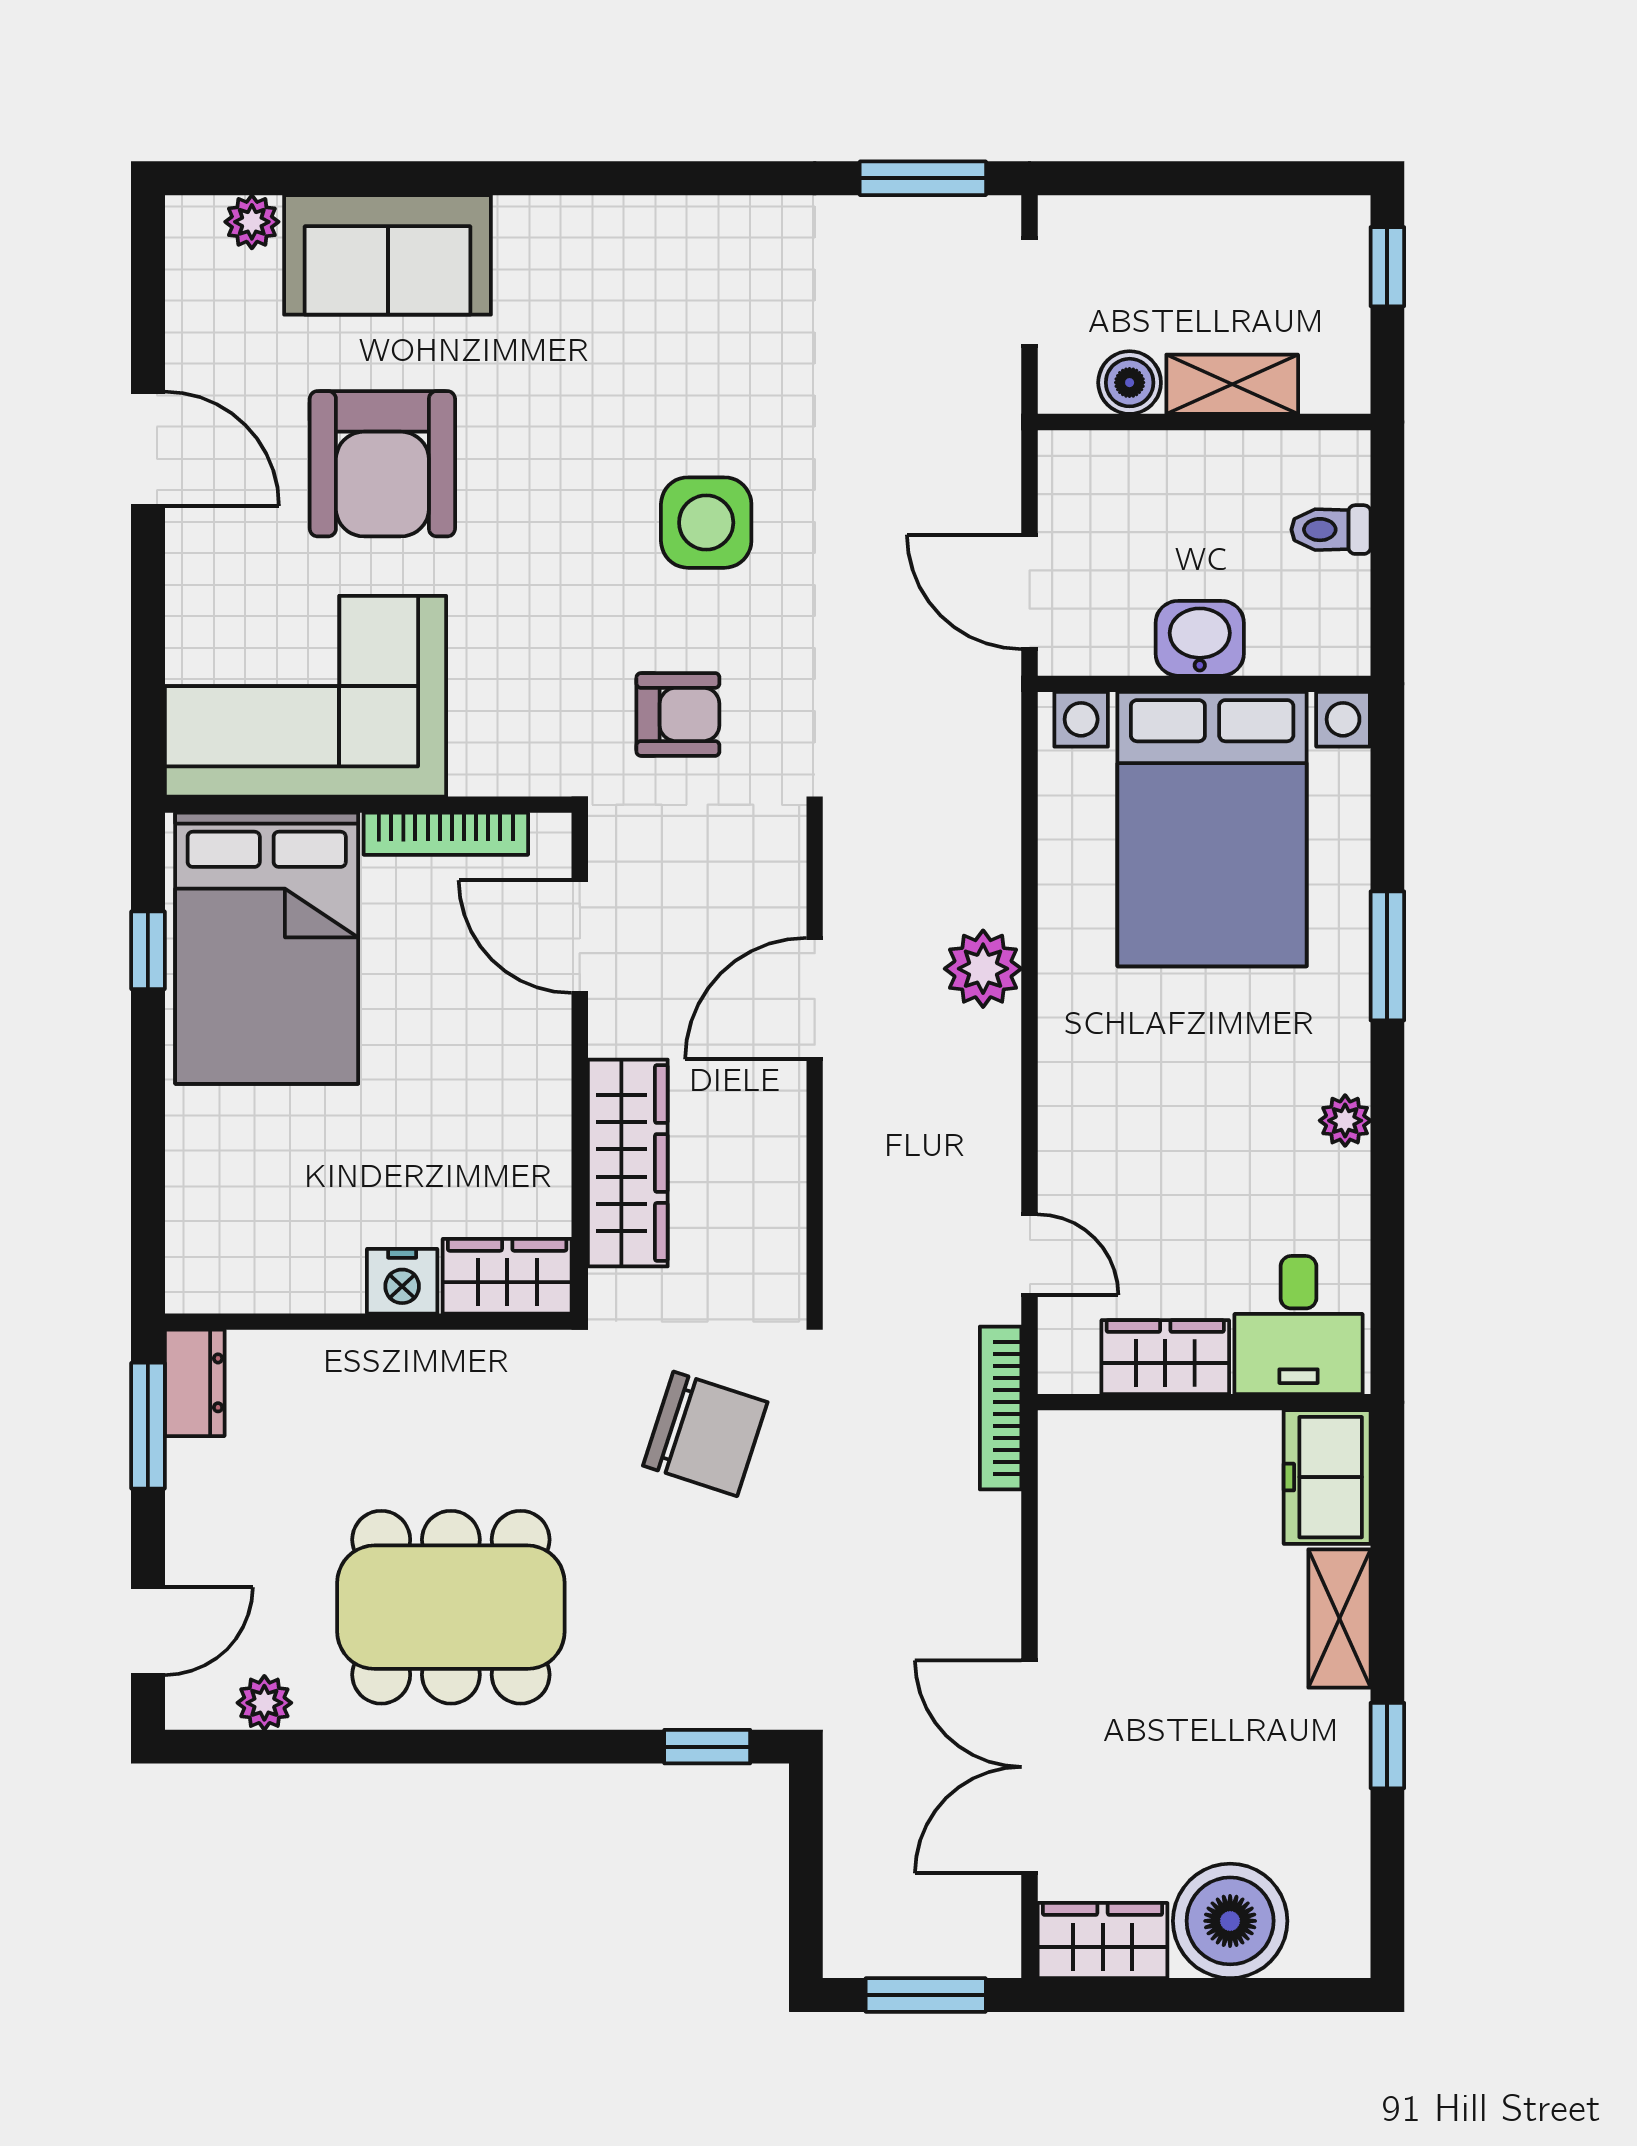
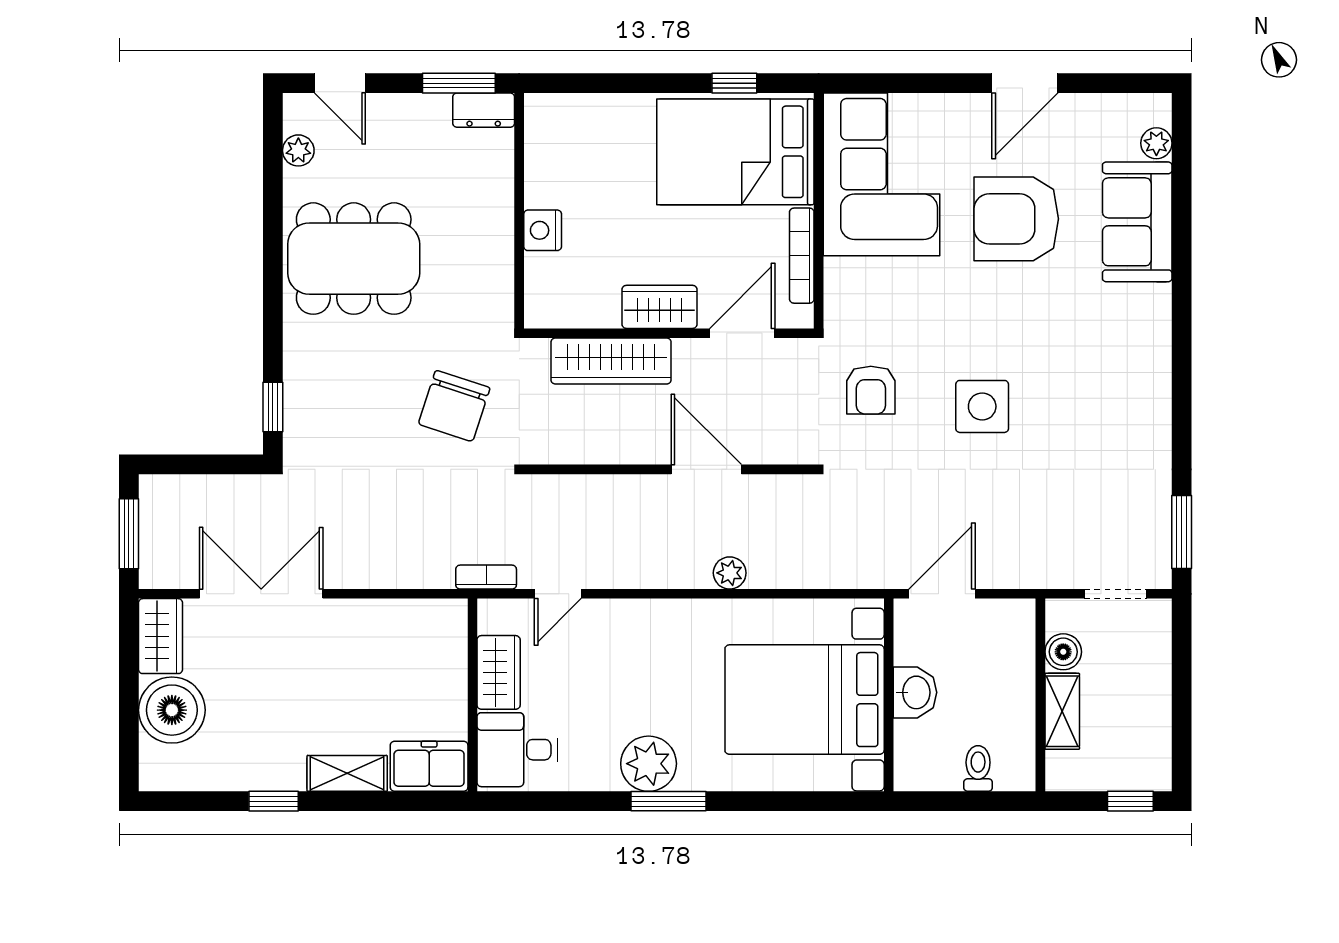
window: (1387, 956) -> (669, 801), moved
plant: (983, 969) -> (730, 573), width x0.73, depth x0.73
plant: (1345, 1121) -> (649, 764), width x1.88, depth x1.88
wardrobe: (507, 1276) -> (660, 307), moved, turned -90
bookcase: (1001, 1408) -> (486, 577), width x0.64
dining table: (451, 1607) -> (354, 259), turned 90

